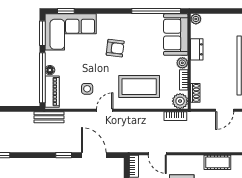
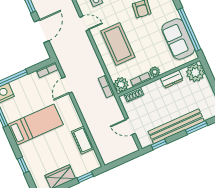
plant: (196, 19) -> (195, 73), width x1.88, depth x1.88
sofa: (176, 35) -> (178, 39), moved, turned -90

